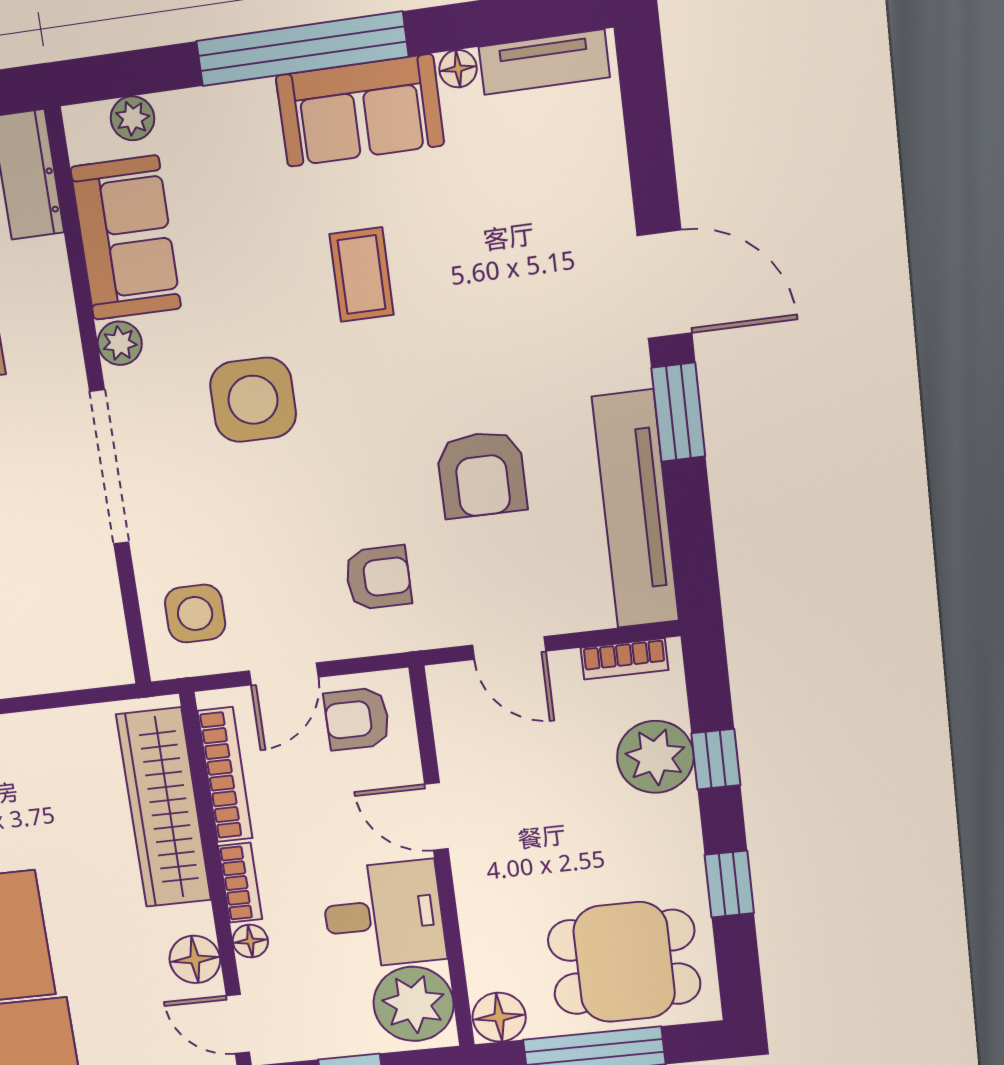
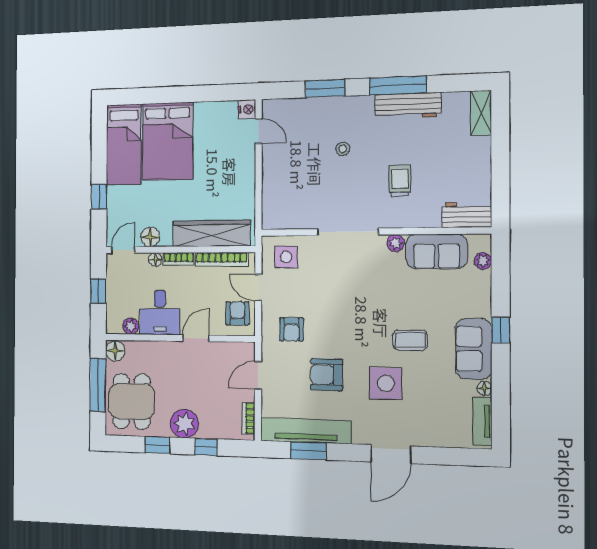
window: (302, 49) -> (501, 330), width x0.32
side table: (253, 400) -> (386, 383), moved
window: (678, 412) -> (309, 451), moved
plant: (655, 757) -> (184, 424), moved
plant: (414, 1004) -> (131, 326), width x0.53, depth x0.53

